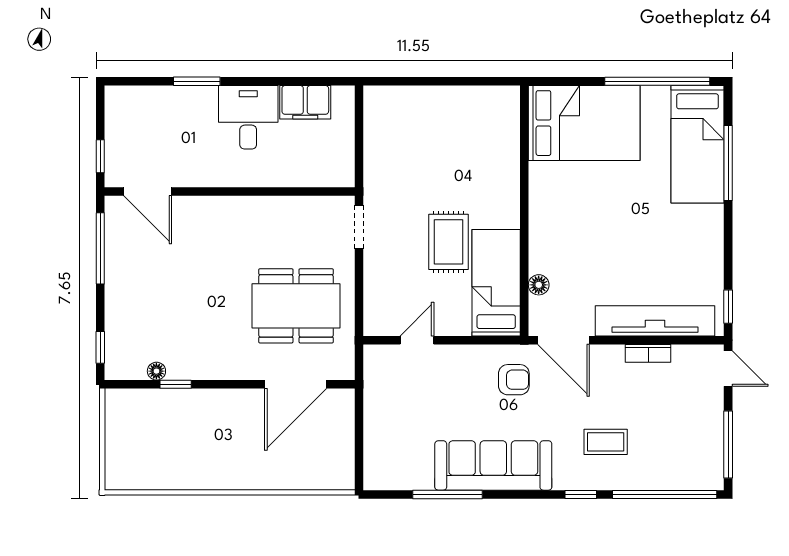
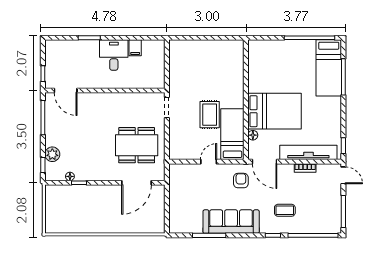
filing cabinet: (305, 102) -> (135, 48), width x0.50
bed: (584, 123) -> (275, 111), moved
plant: (120, 325) -> (52, 154), added
door: (417, 340) -> (209, 162), moved
armchair: (514, 380) -> (241, 181), turned -90

